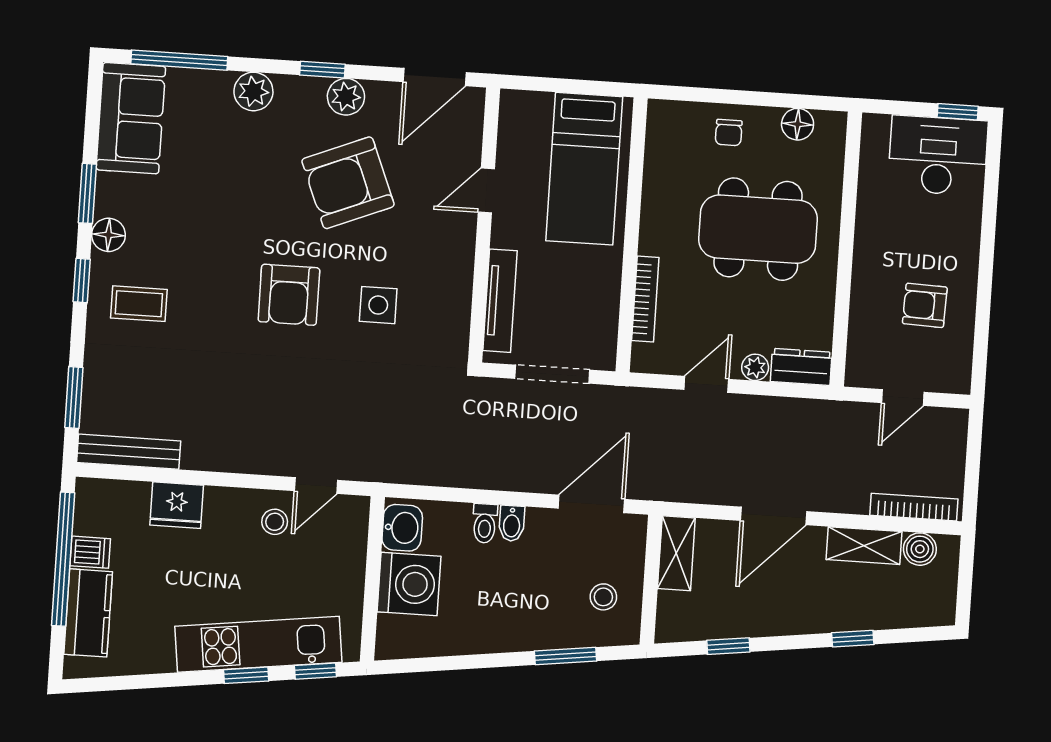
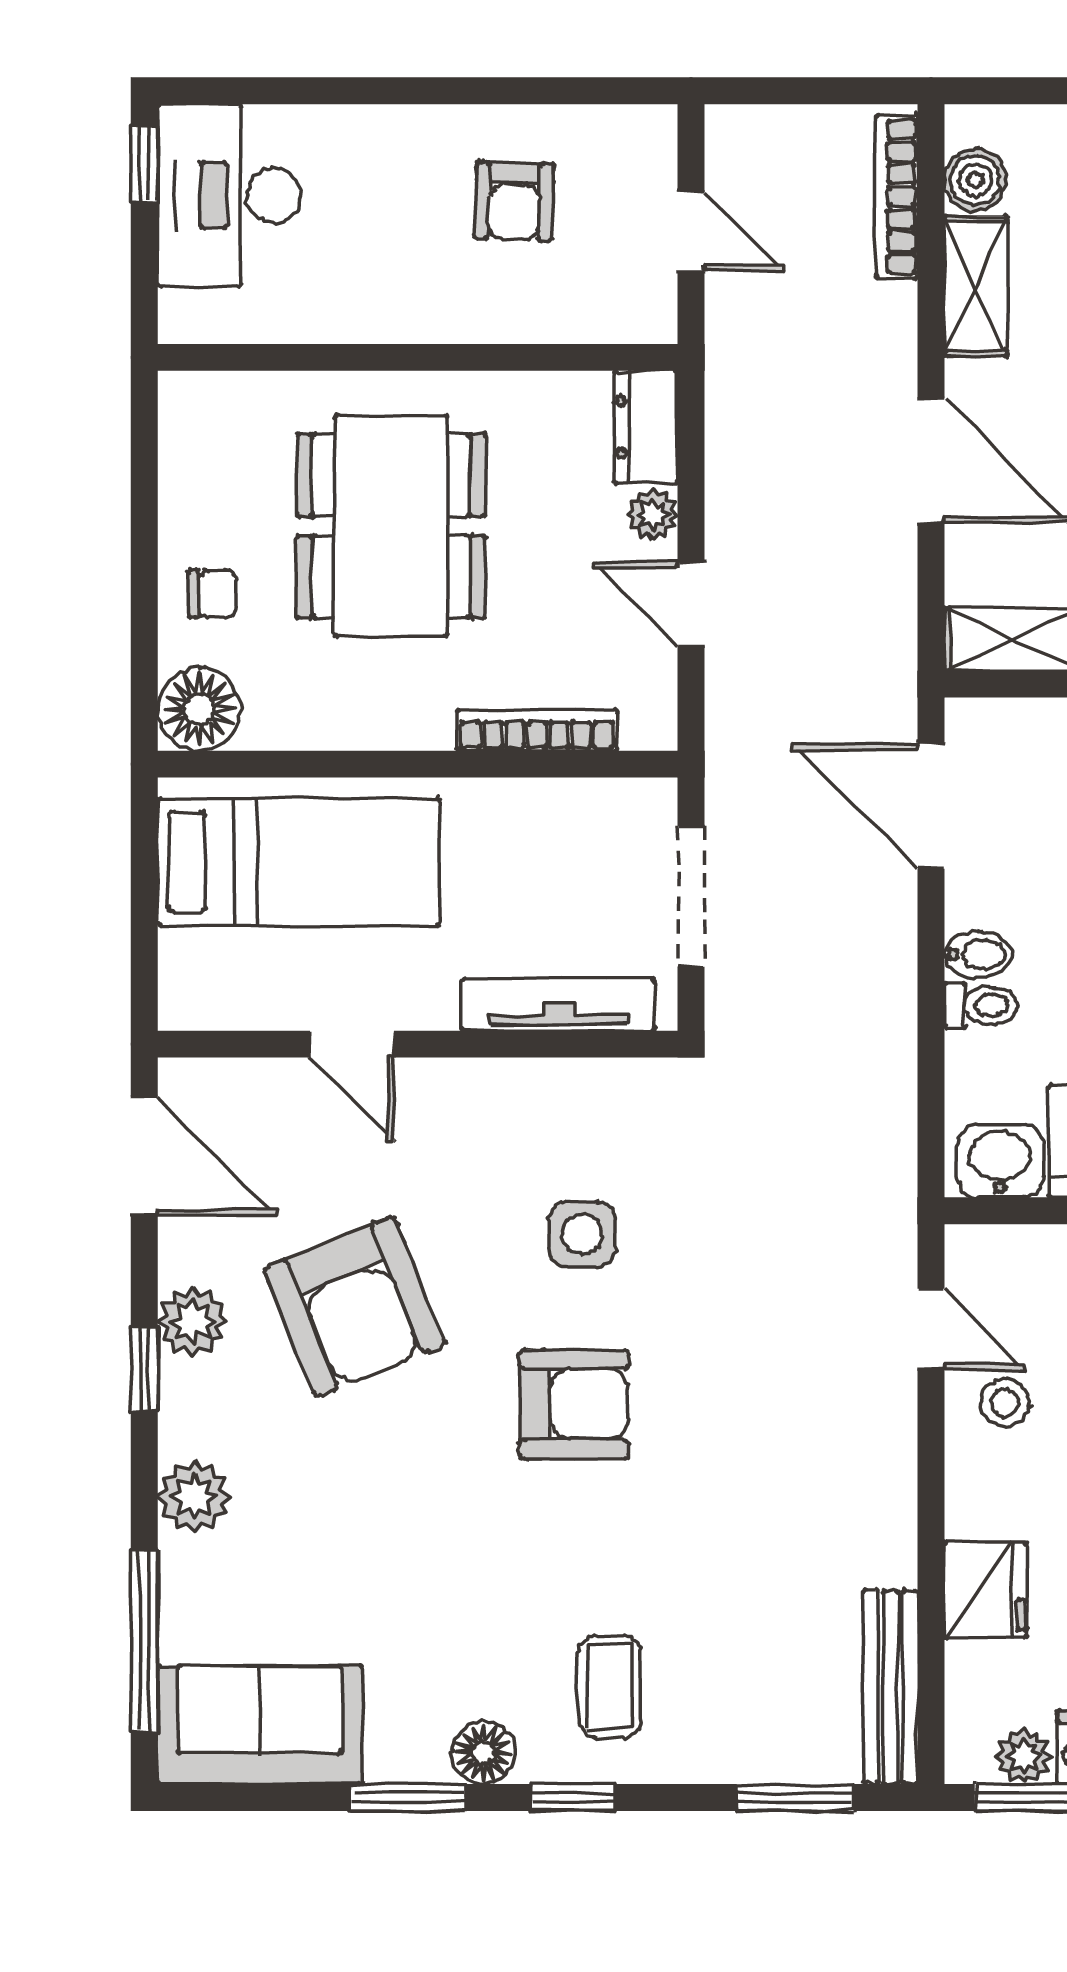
floor lamp: (798, 124) -> (199, 709), moved, width x1.38, depth x1.38
plant: (87, 520) -> (1024, 1757), added

